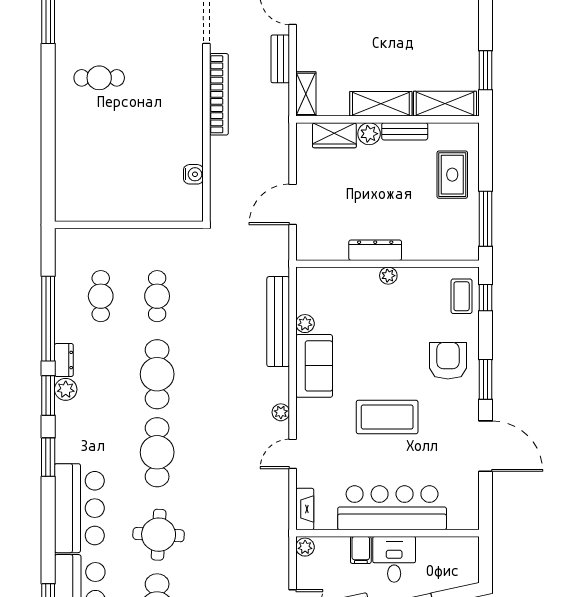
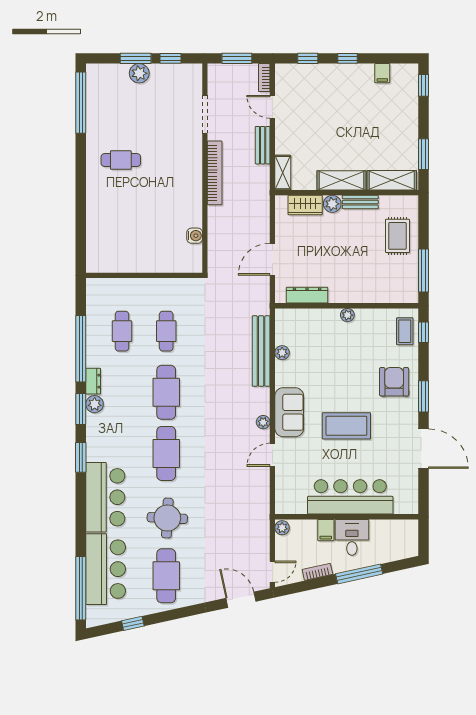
dresser: (375, 250) -> (307, 295), moved
sofa: (314, 366) -> (289, 412), moved
fireplace: (305, 509) -> (282, 498), removed

